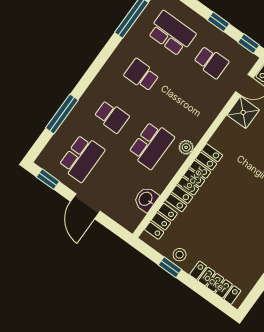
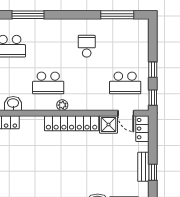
school desk: (172, 33) -> (125, 46), removed
school desk: (211, 62) -> (125, 83), width x1.85
school desk: (112, 117) -> (48, 46), removed
locker: (194, 178) -> (72, 123), moved

